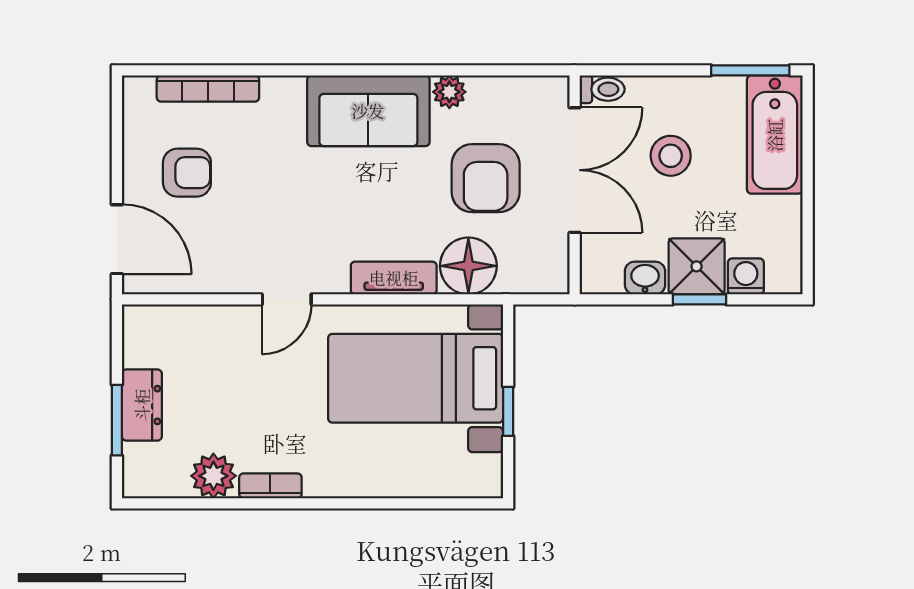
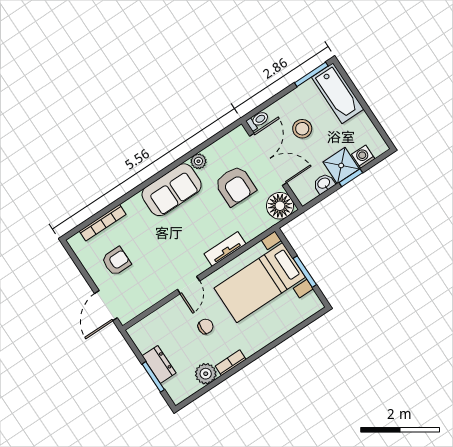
door: (117, 239) -> (106, 306), swing flipped
floor lamp: (468, 266) -> (280, 206), moved
chair: (268, 392) -> (205, 326), added
window: (508, 411) -> (305, 272), width x1.50

